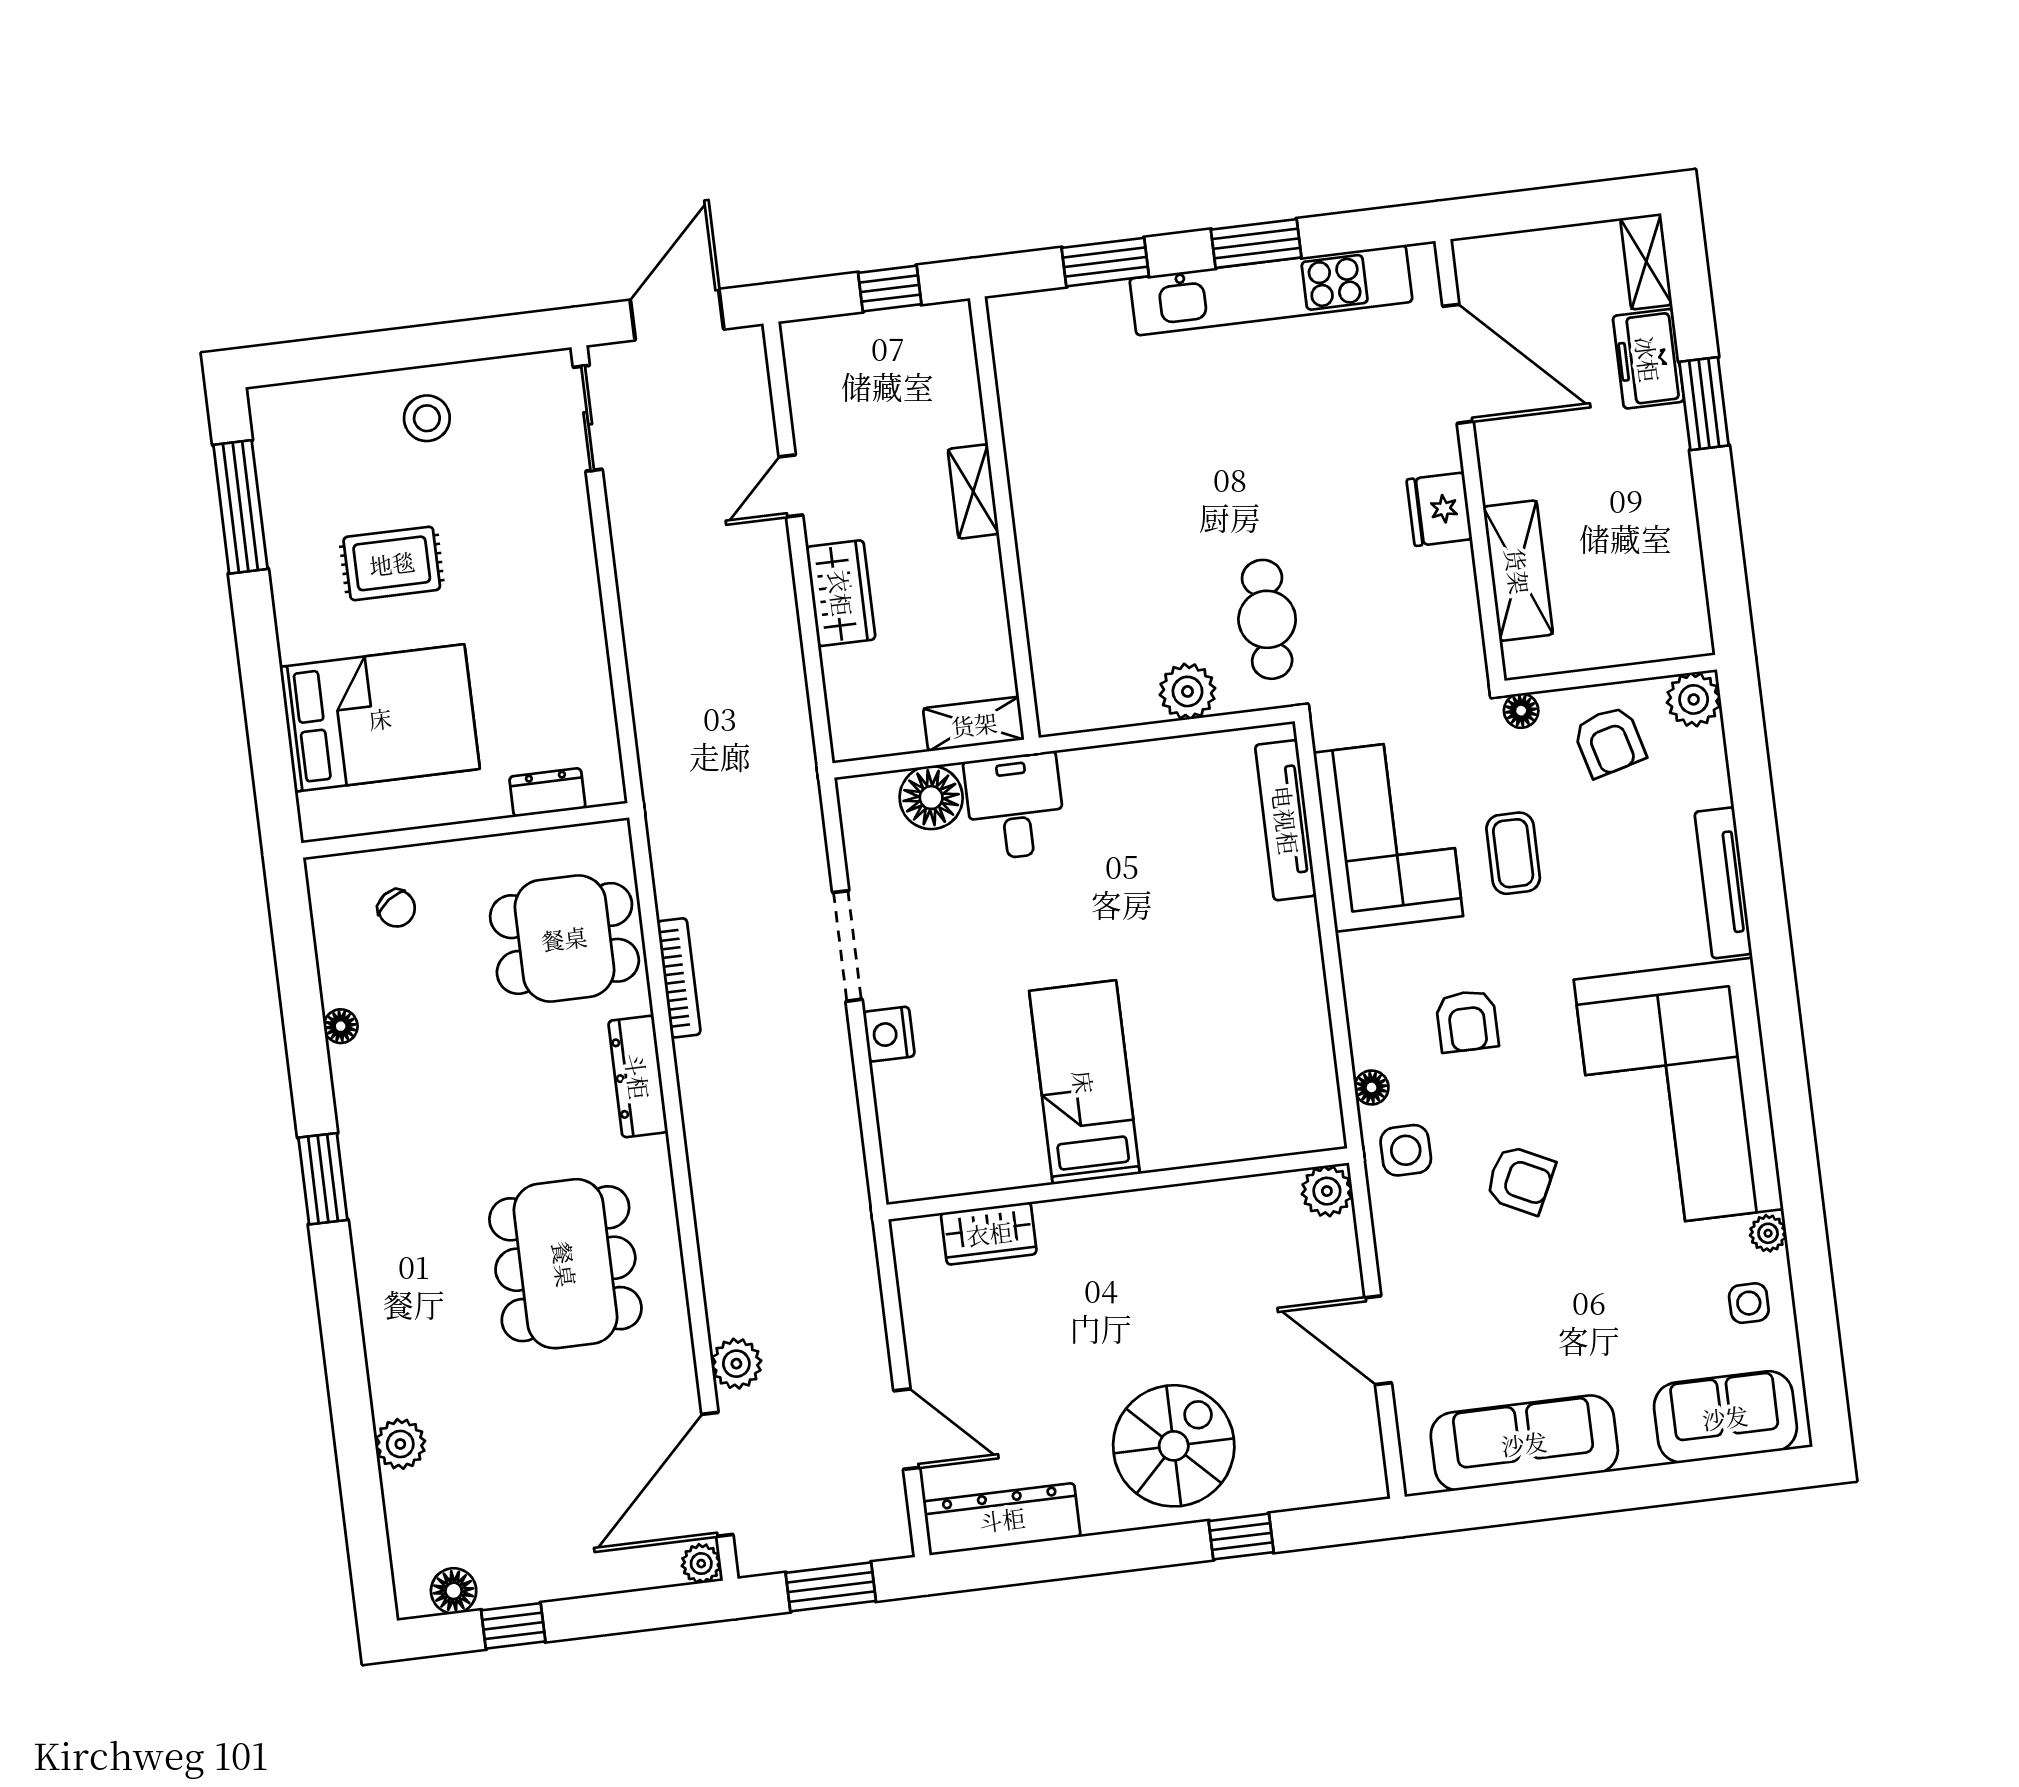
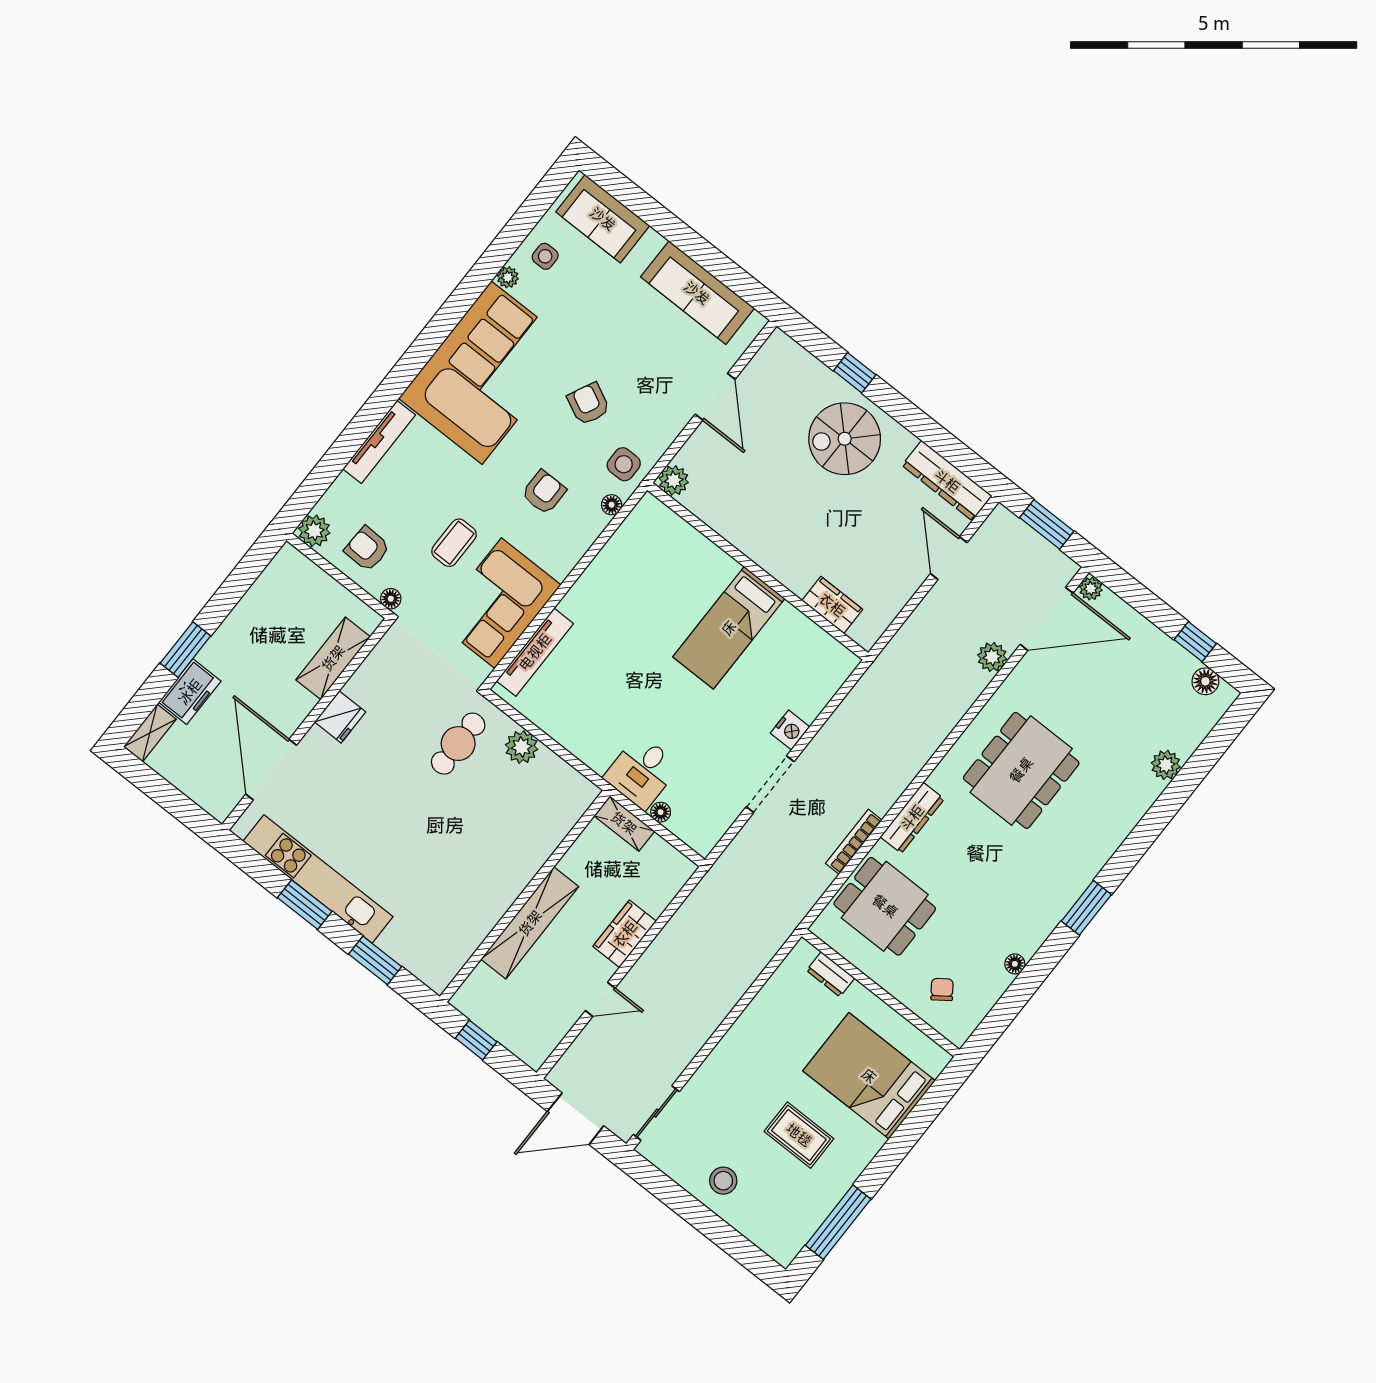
shelving: (973, 491) -> (530, 923), width x2.20, depth x1.33
armchair: (1609, 742) -> (367, 549), turned -73
floor lamp: (931, 798) -> (661, 812), width x0.53, depth x0.53

